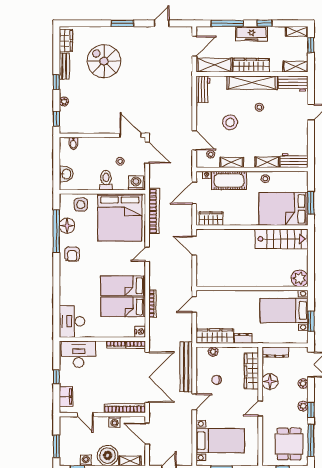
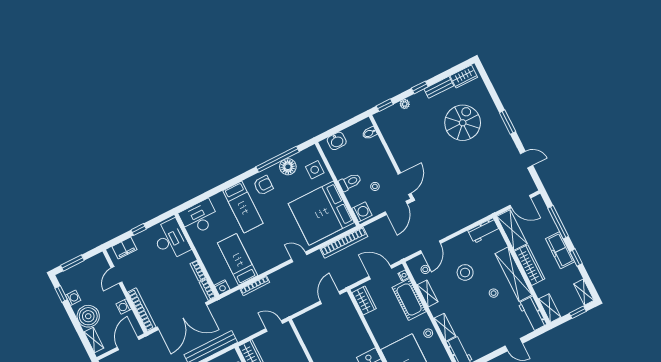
armchair: (72, 254) -> (263, 185), turned 180
bed: (123, 286) -> (243, 207), moved, turned 180

